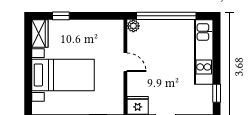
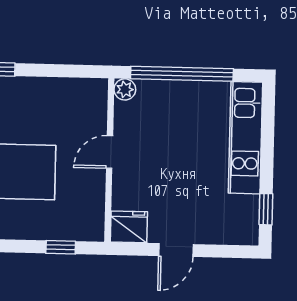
door: (125, 62) -> (110, 152), swing flipped

